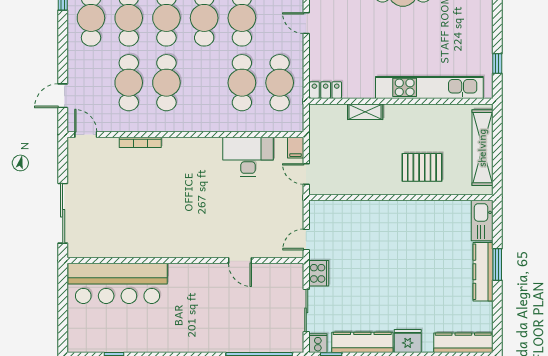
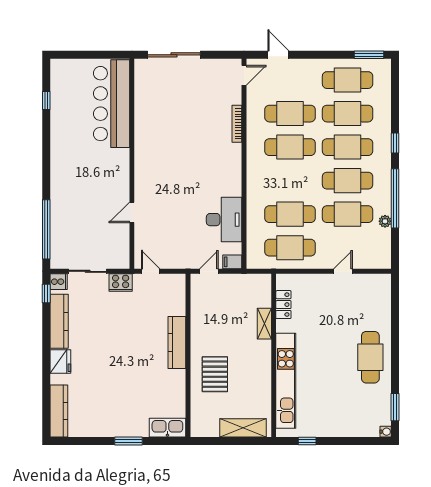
locker: (326, 90) -> (283, 305), moved
shelving: (482, 148) -> (243, 428), width x0.68
kitchen counter: (483, 272) -> (177, 343), moved, turned -90

